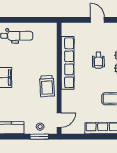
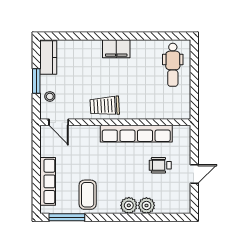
wheelchair: (98, 60) -> (160, 165), moved
window: (39, 137) -> (36, 81), moved

